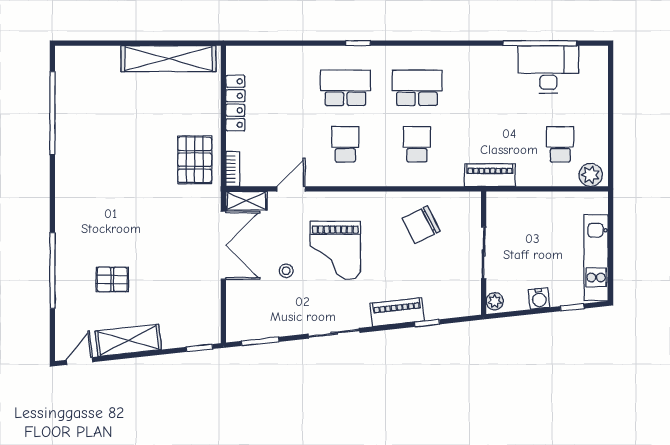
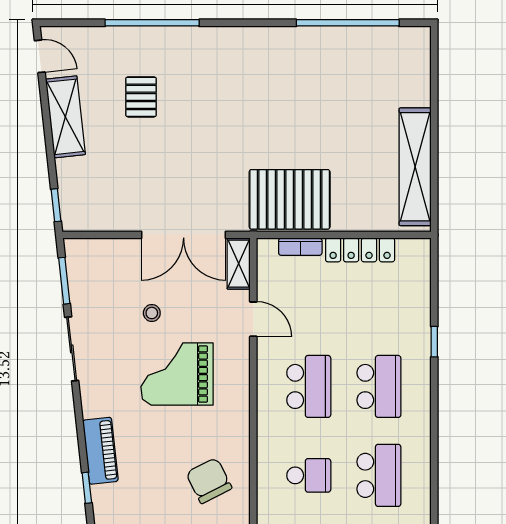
window: (358, 43) -> (434, 342), moved
school desk: (345, 144) -> (309, 386), width x1.85
pallet: (195, 160) -> (290, 199), width x1.37, depth x1.41
bookcase: (233, 169) -> (300, 247), moved
sliding door: (334, 333) -> (72, 349), moved

